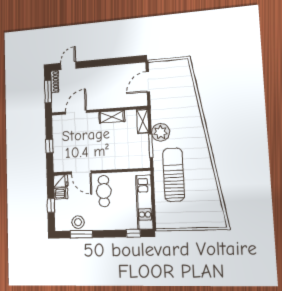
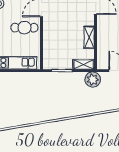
plant: (161, 132) -> (93, 80), moved
sun lounger: (174, 175) -> (36, 89), removed

